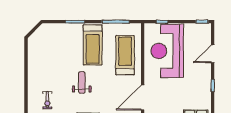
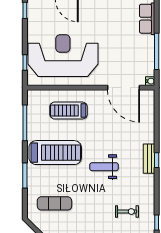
exercise mat: (54, 44) -> (54, 203), added
reception desk: (167, 51) -> (63, 56), turned 180
treadmill: (125, 55) -> (68, 110), width x0.73, depth x0.73

